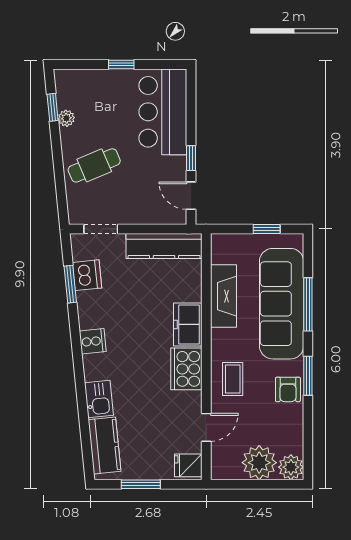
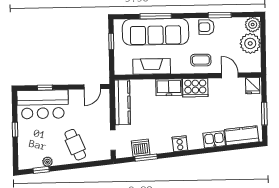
window: (191, 158) -> (45, 88), moved
window: (308, 376) -> (220, 15), moved
armchair: (288, 389) -> (206, 27), turned 180

